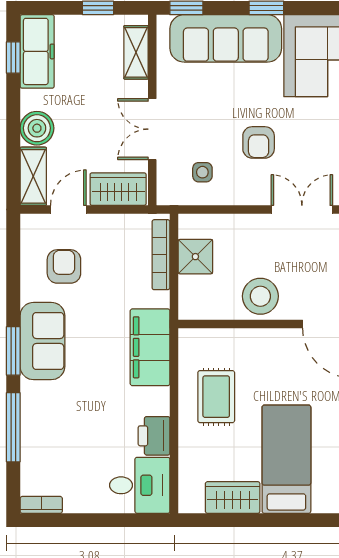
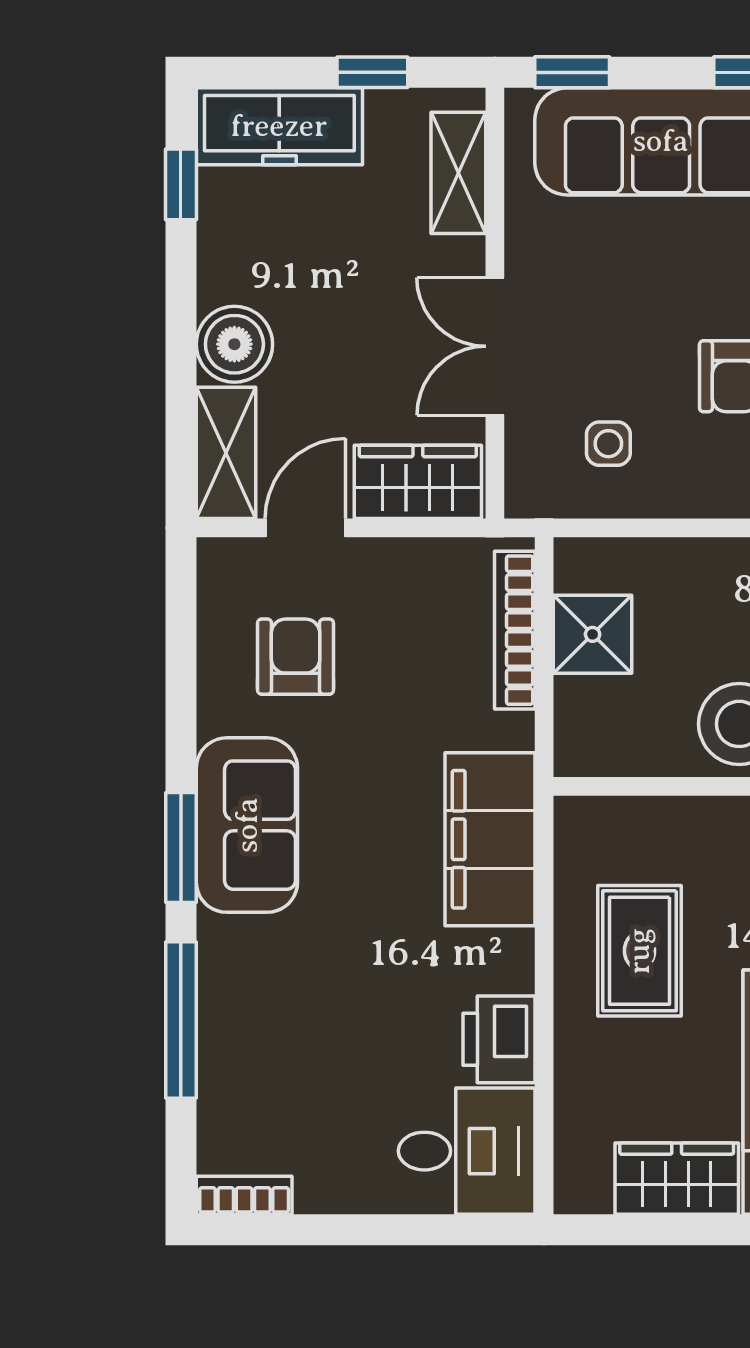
freezer: (37, 51) -> (279, 126), moved, turned 90

